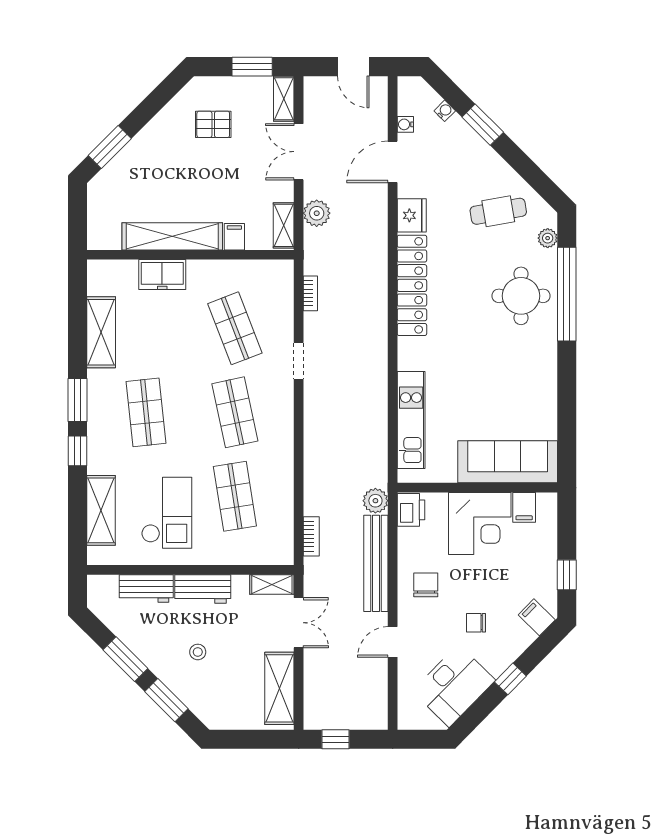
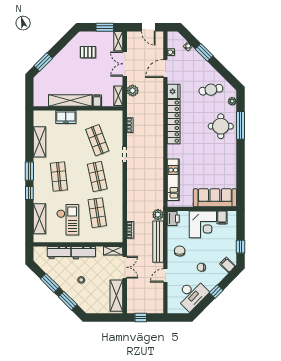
window: (567, 294) -> (240, 125), width x0.68

